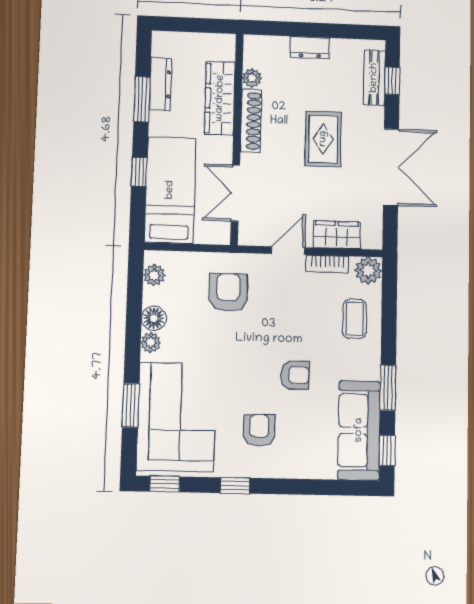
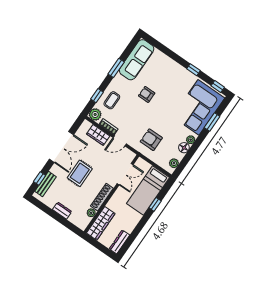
dresser: (160, 84) -> (119, 242), moved
wardrobe: (220, 98) -> (101, 223), moved
window: (142, 99) -> (137, 231), removed
double door: (391, 167) -> (61, 147), swing flipped
armchair: (228, 292) -> (151, 140), turned 90
armchair: (259, 430) -> (172, 83), removed
window: (387, 451) -> (97, 96), moved

